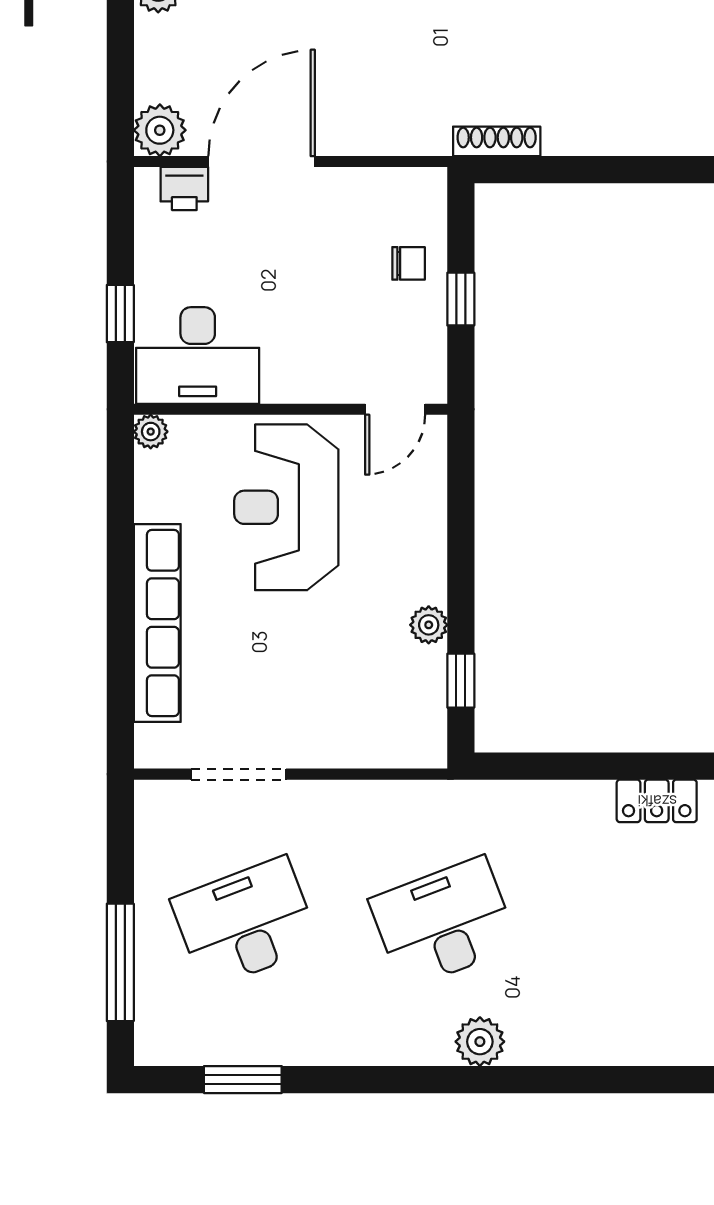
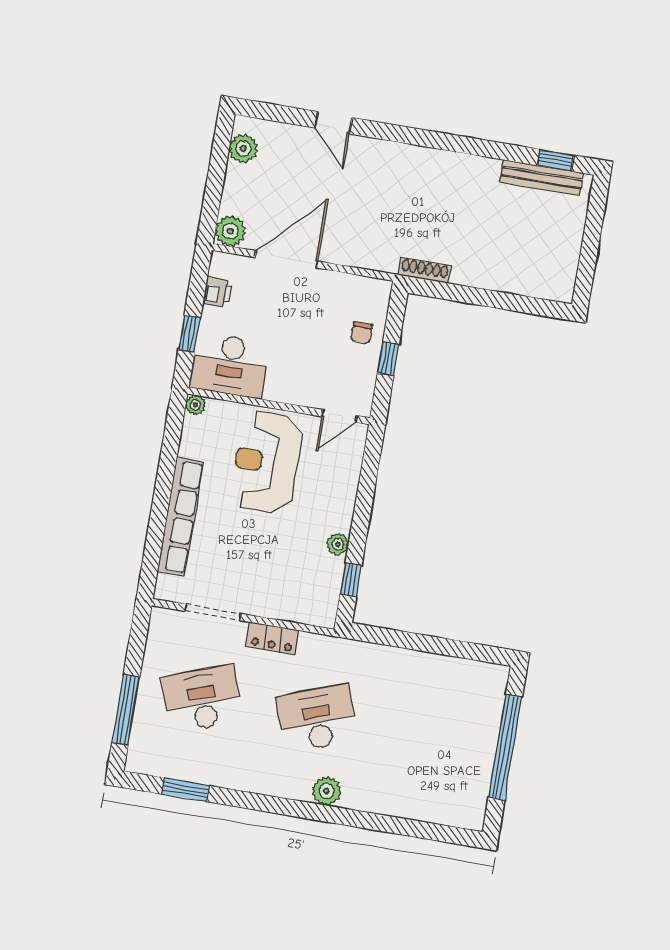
printer: (184, 189) -> (217, 292), moved, turned -90
chair: (409, 263) -> (362, 333), turned 90
locker: (657, 801) -> (273, 638), moved

